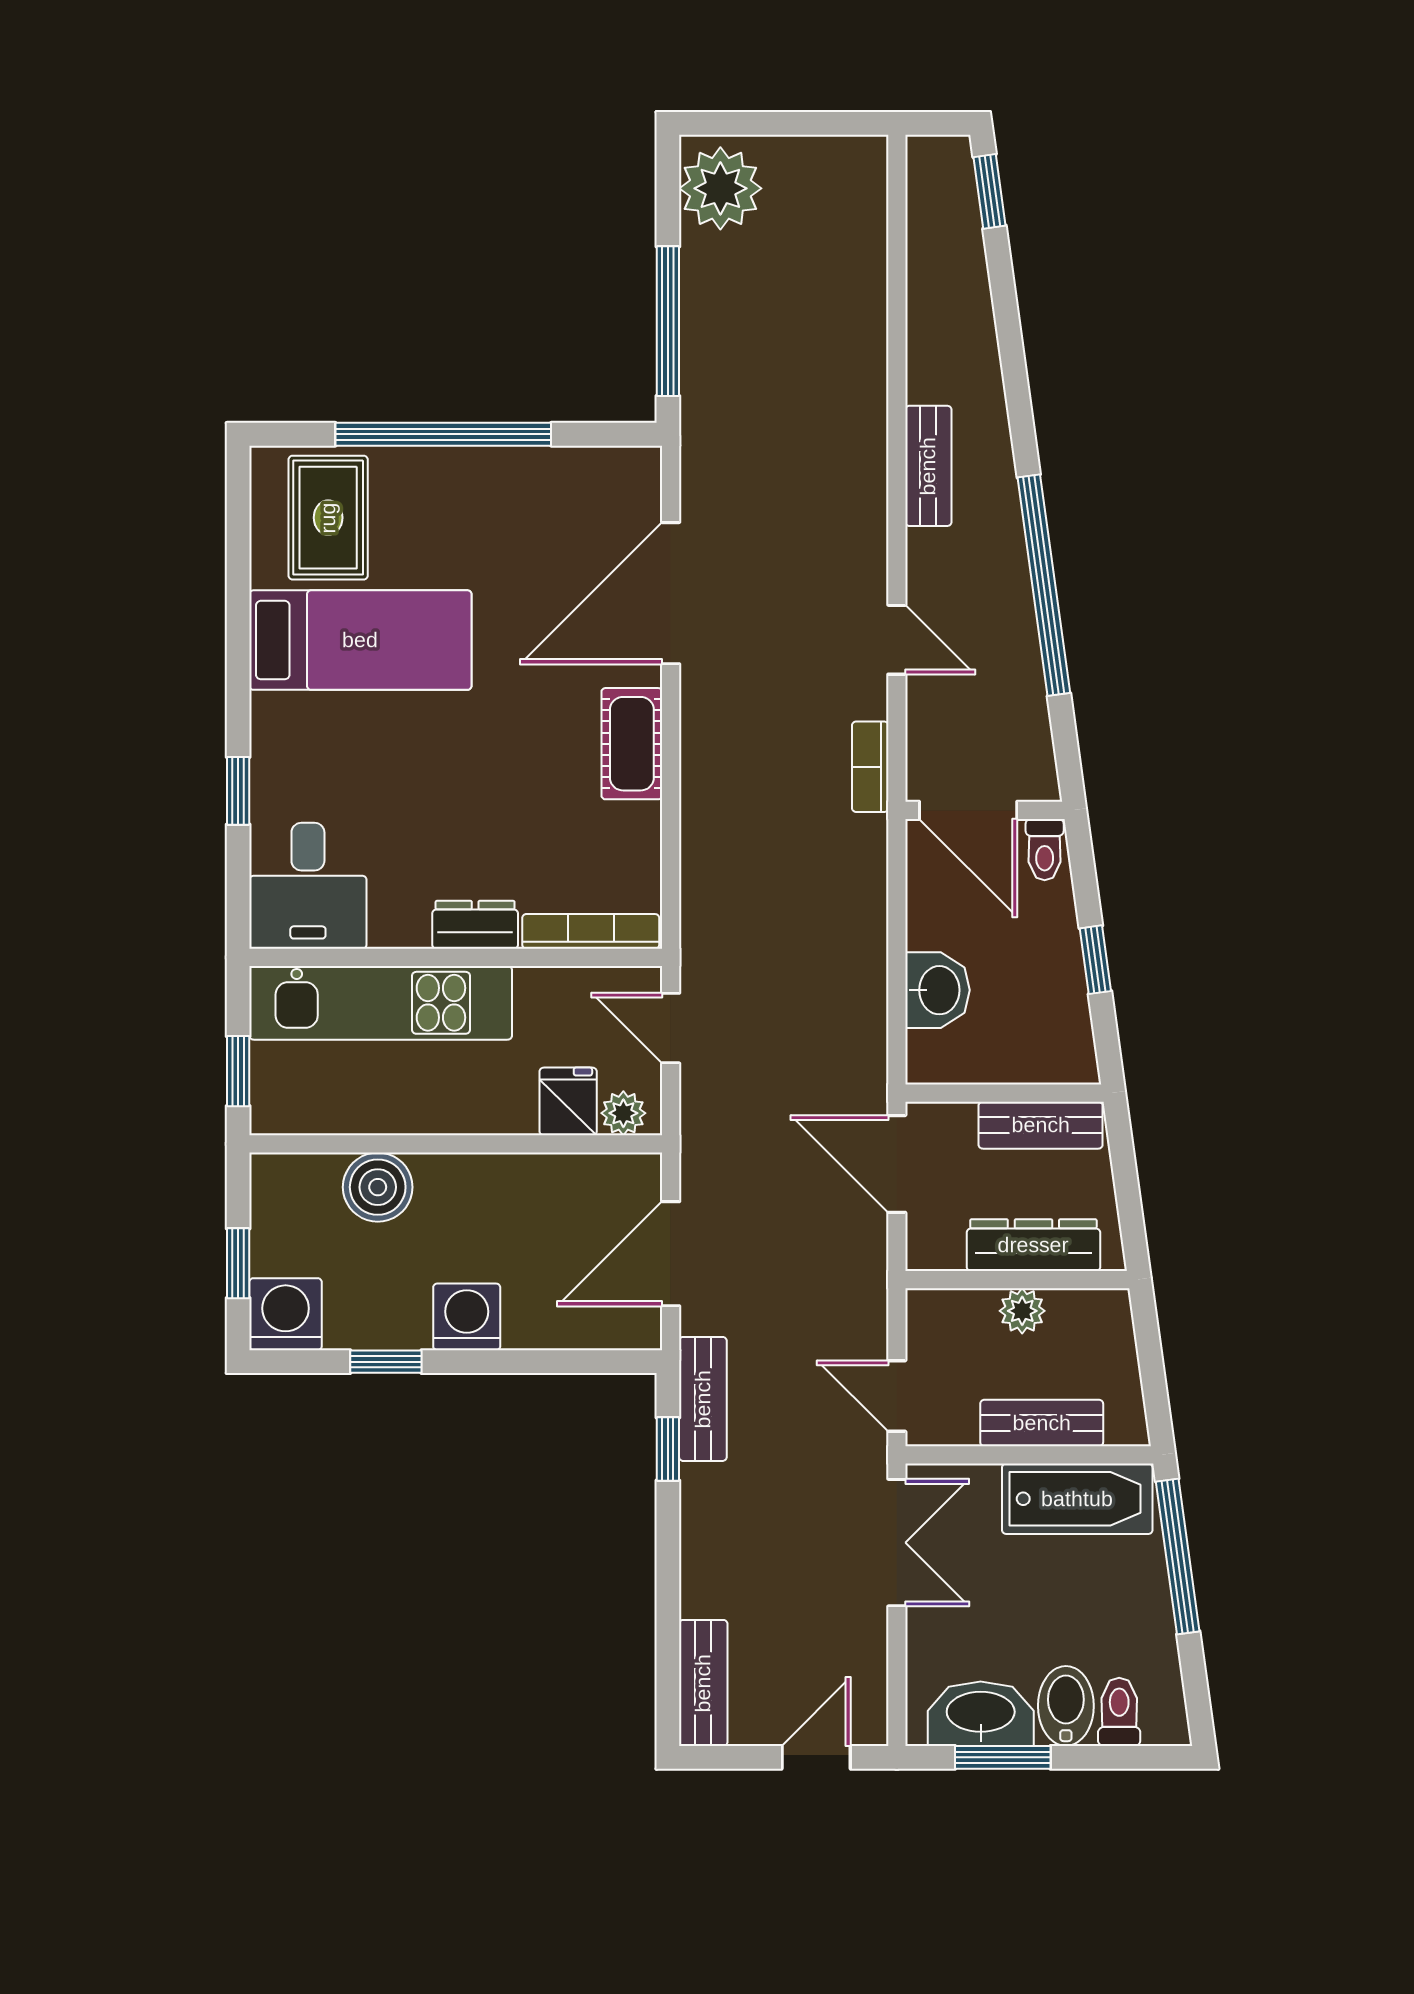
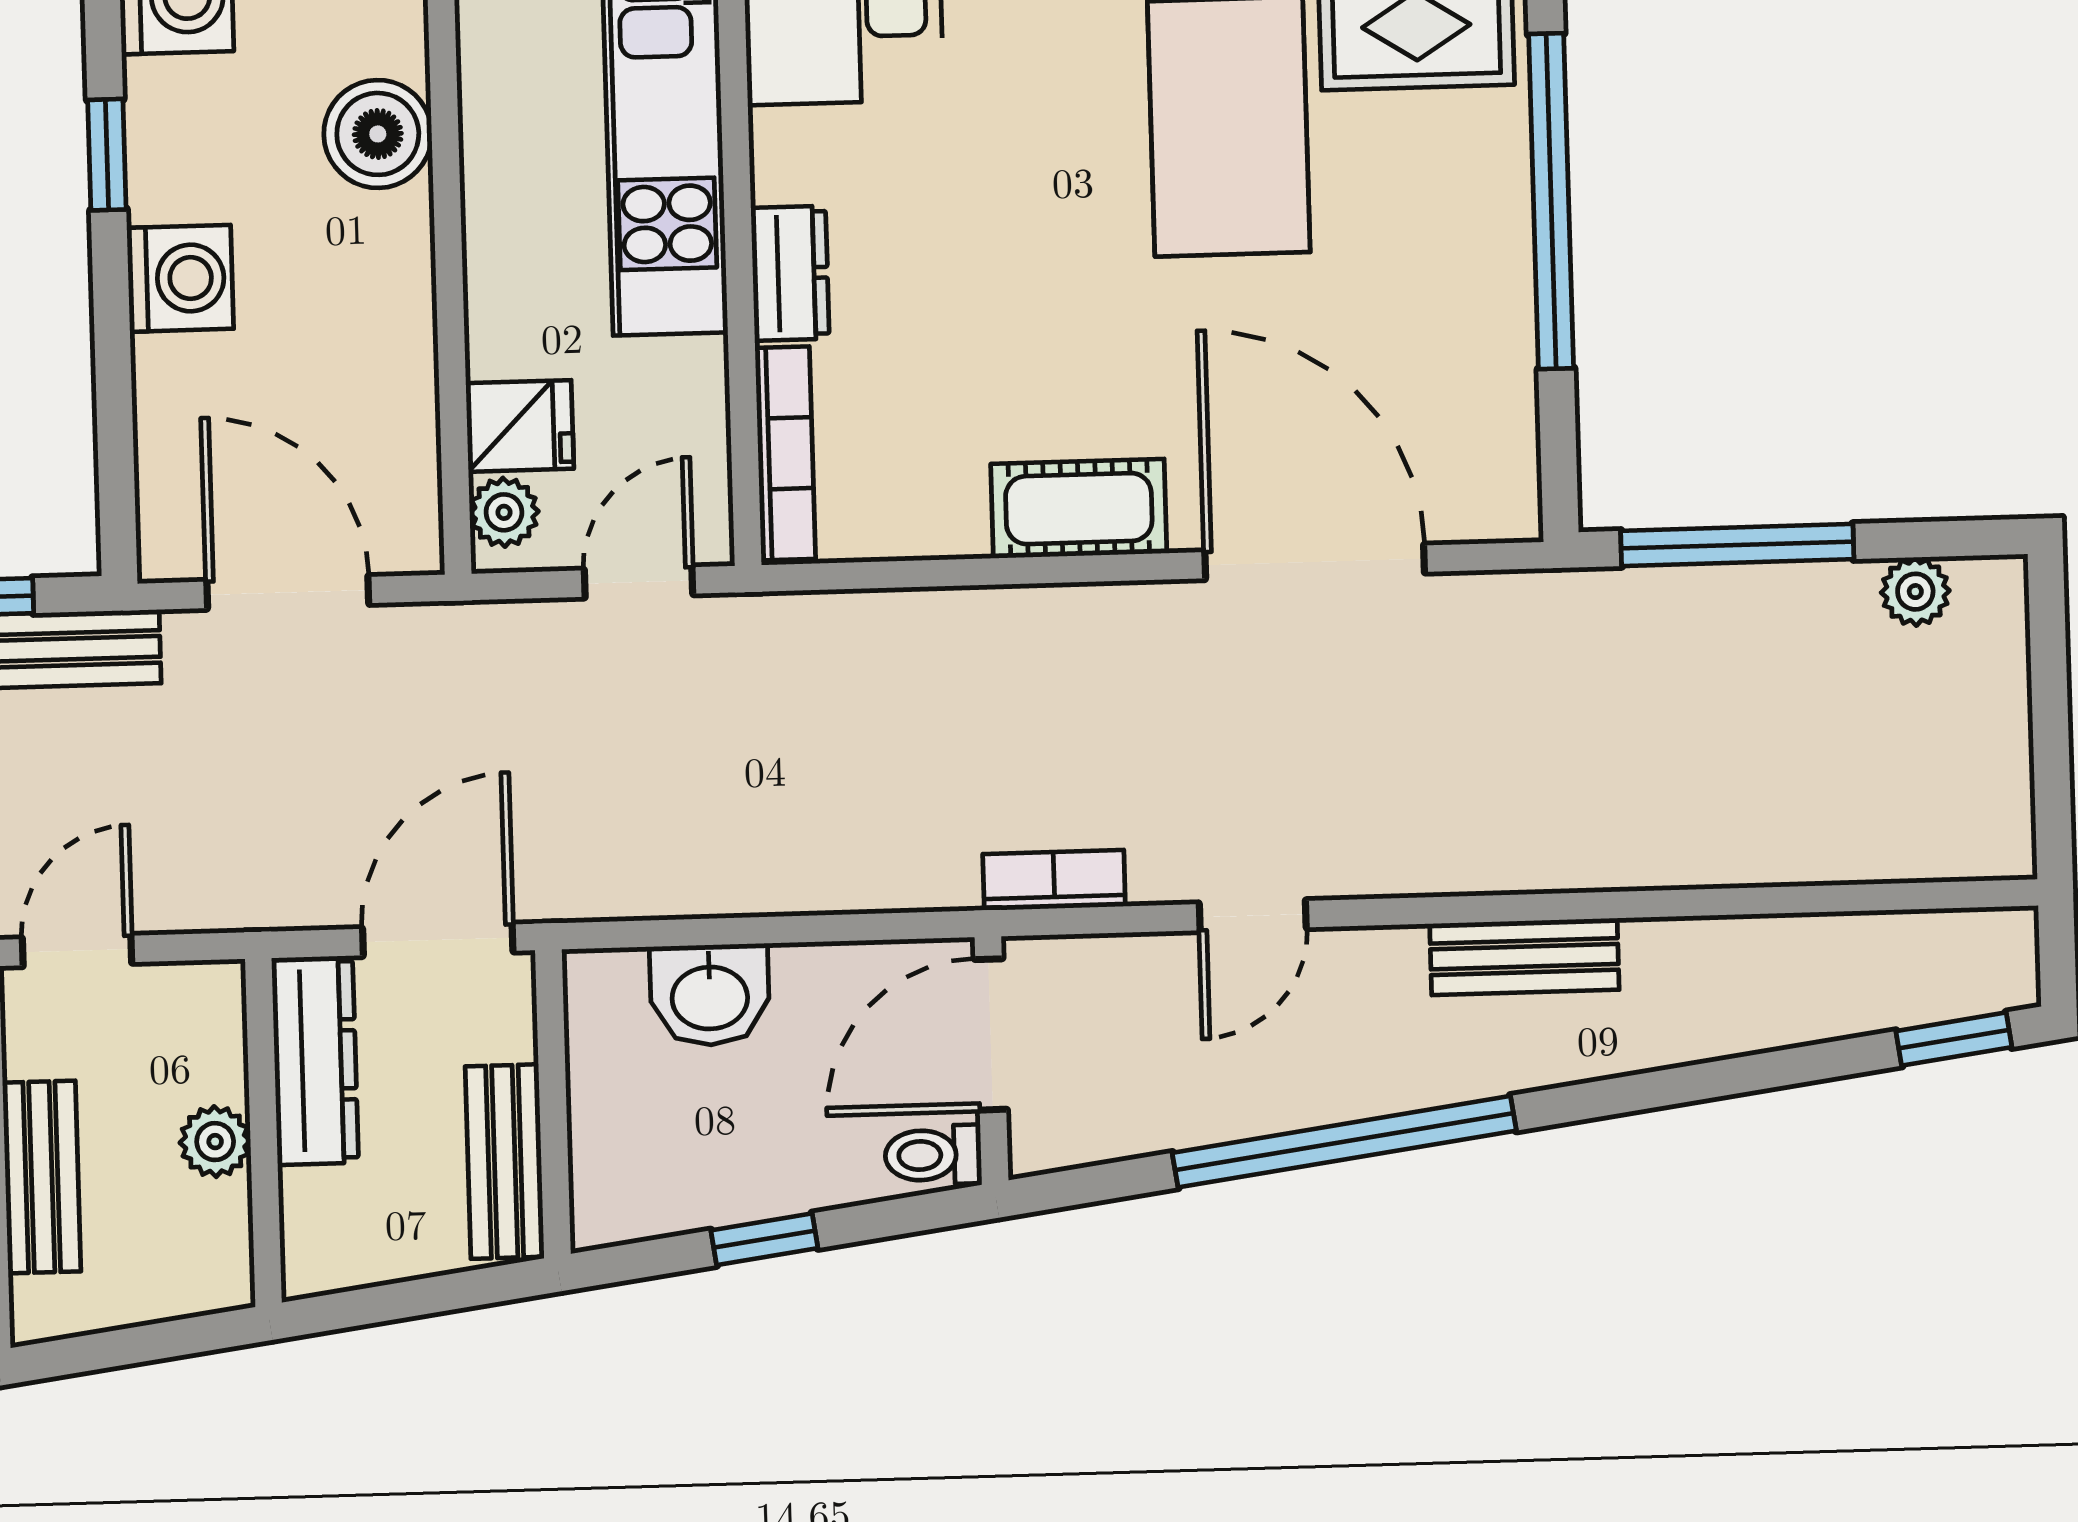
plant: (720, 188) -> (1915, 592), width x0.53, depth x0.53
dresser: (1033, 1245) -> (315, 1060), moved

